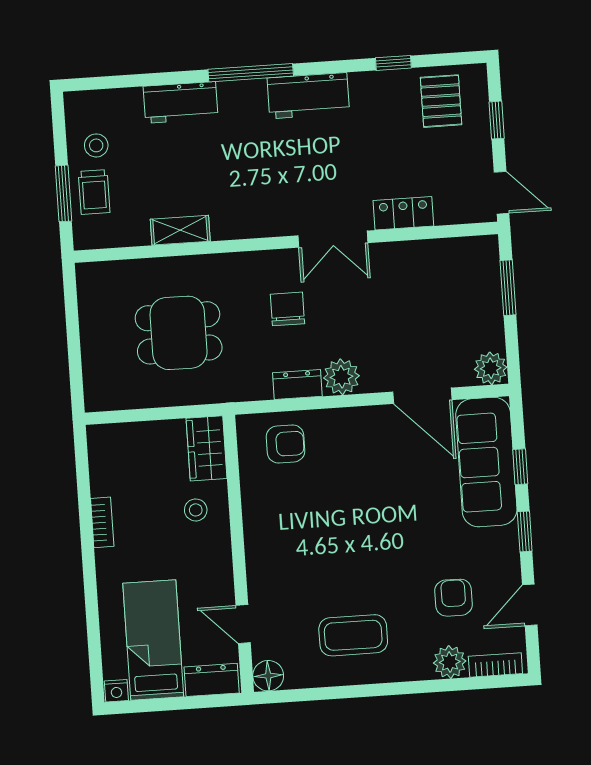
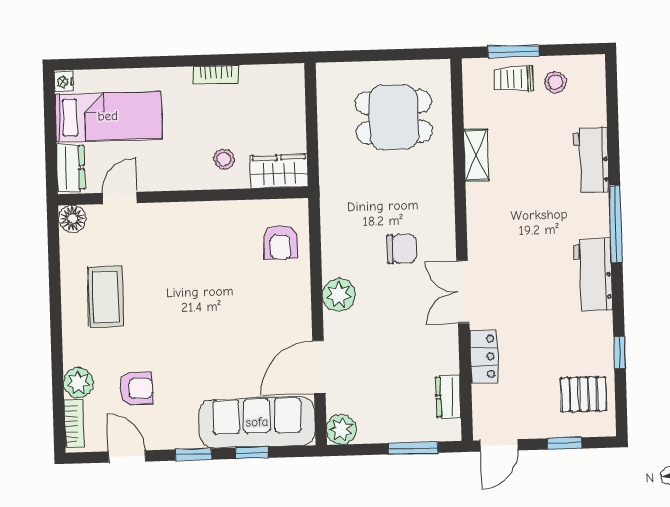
dining table: (179, 333) -> (394, 117), moved, turned 90
dresser: (297, 385) -> (448, 397), moved, turned 180

